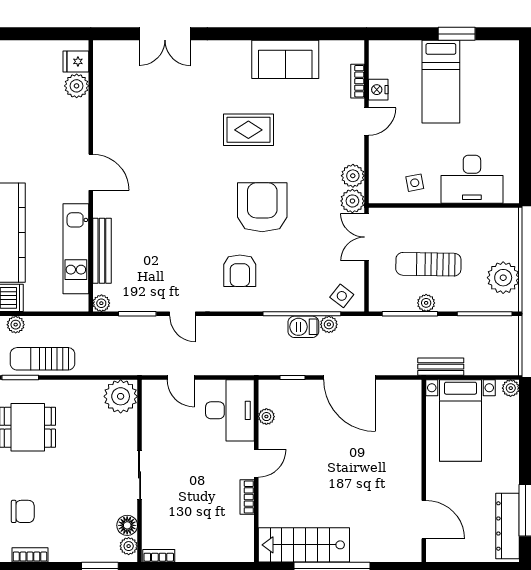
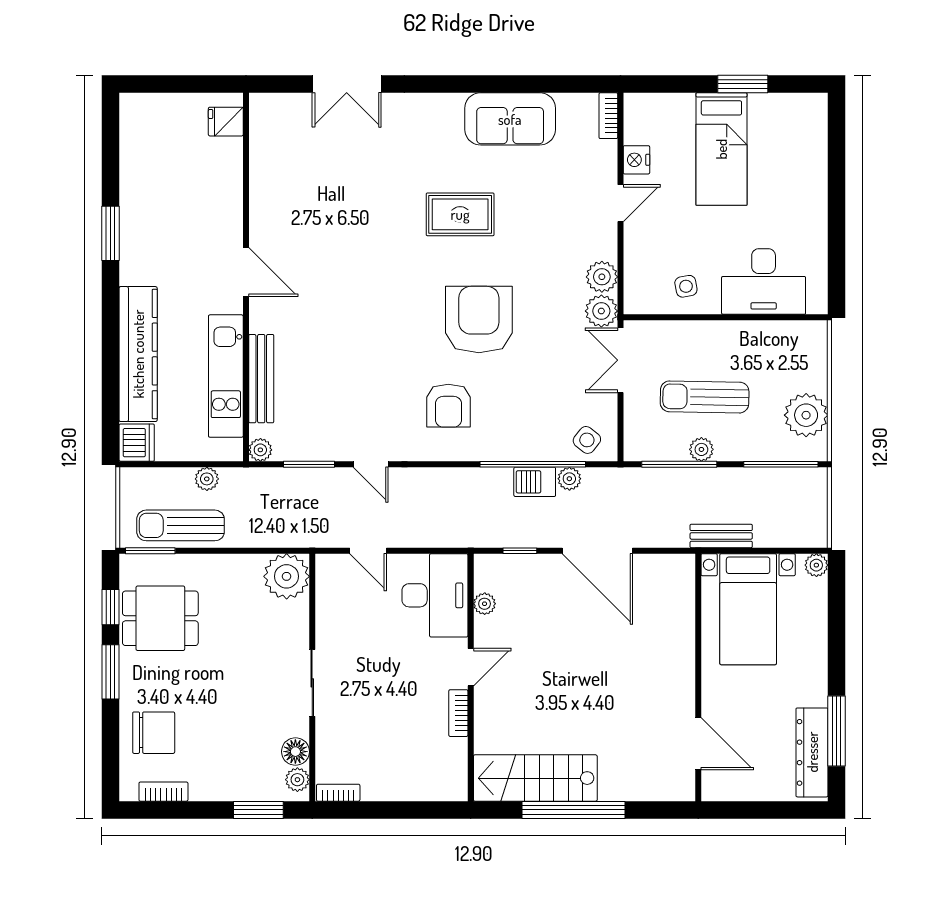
bookcase: (358, 81) -> (608, 116), moved
plant: (77, 86) -> (227, 155), removed
plant: (16, 325) -> (207, 479), moved
chair: (23, 511) -> (154, 733), width x1.37, depth x1.37

